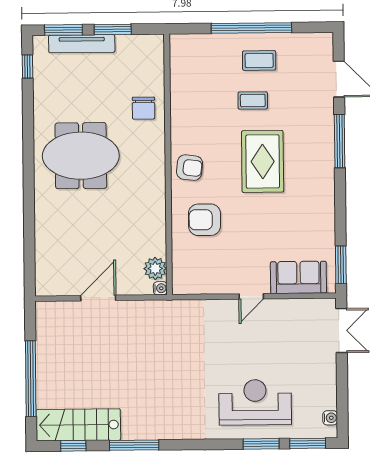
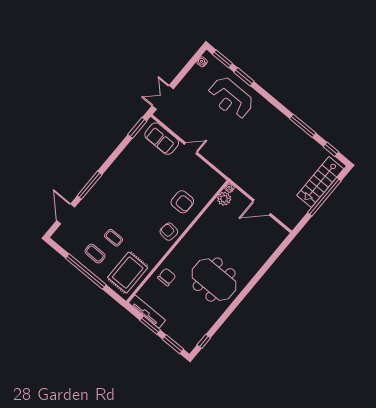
tv unit: (82, 44) -> (147, 311), moved
rug: (263, 161) -> (128, 273), moved
stairs: (78, 425) -> (320, 182), moved, turned 90

